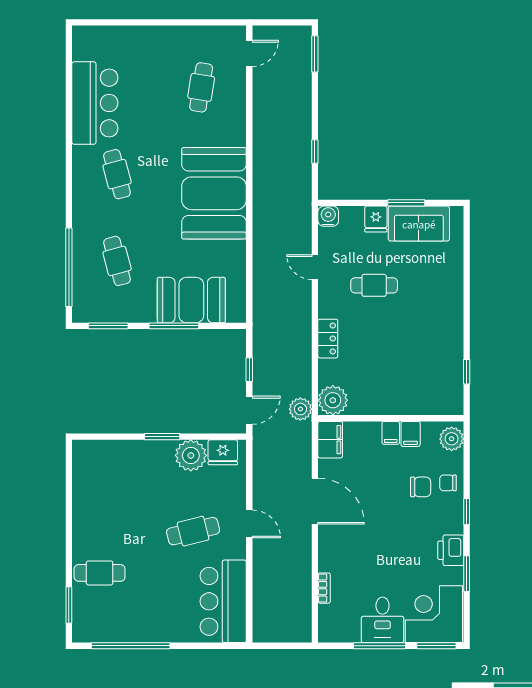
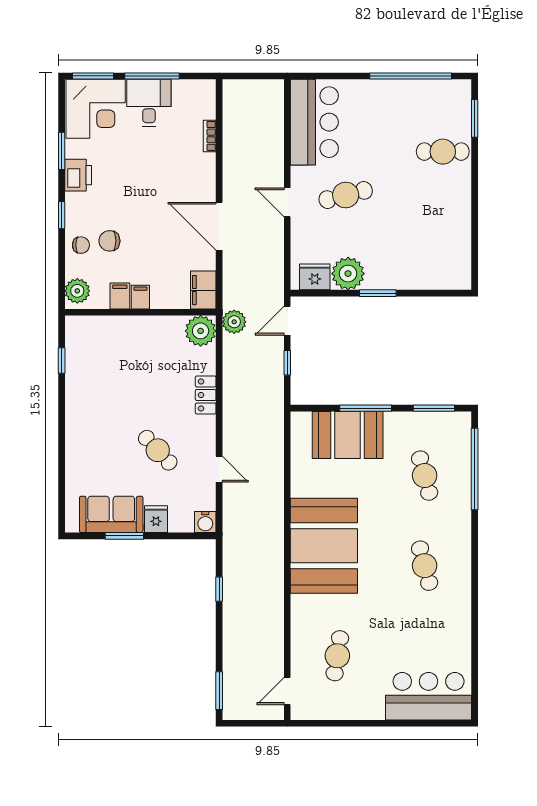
bar counter: (95, 103) -> (429, 696), moved, turned 90
cafe table: (374, 285) -> (158, 450), turned 47

